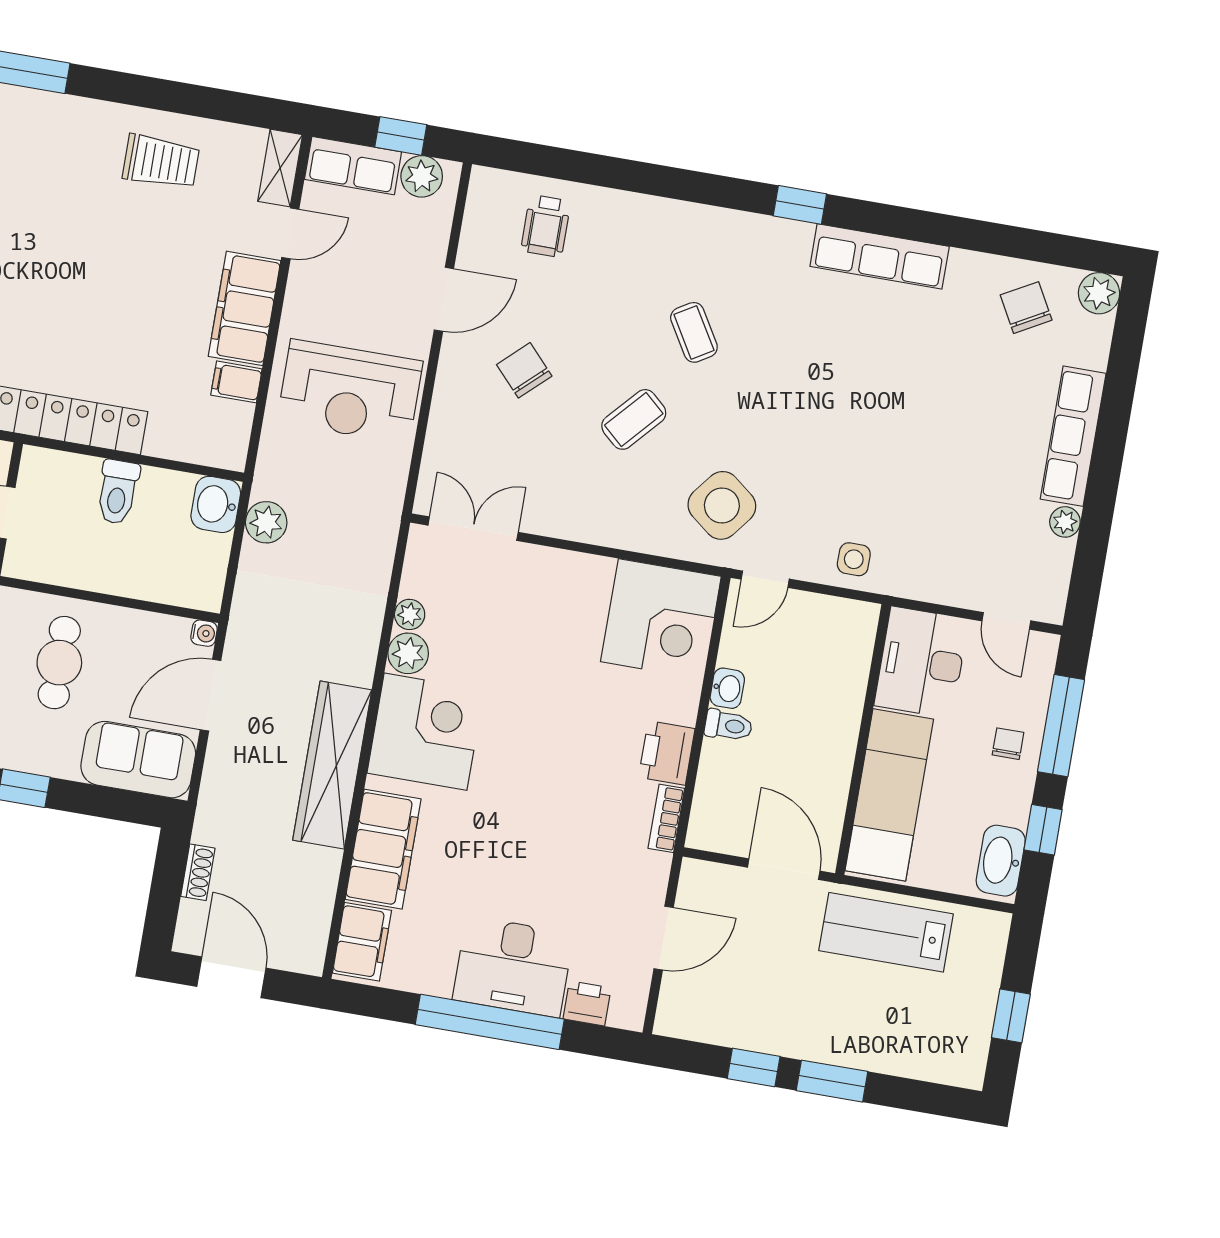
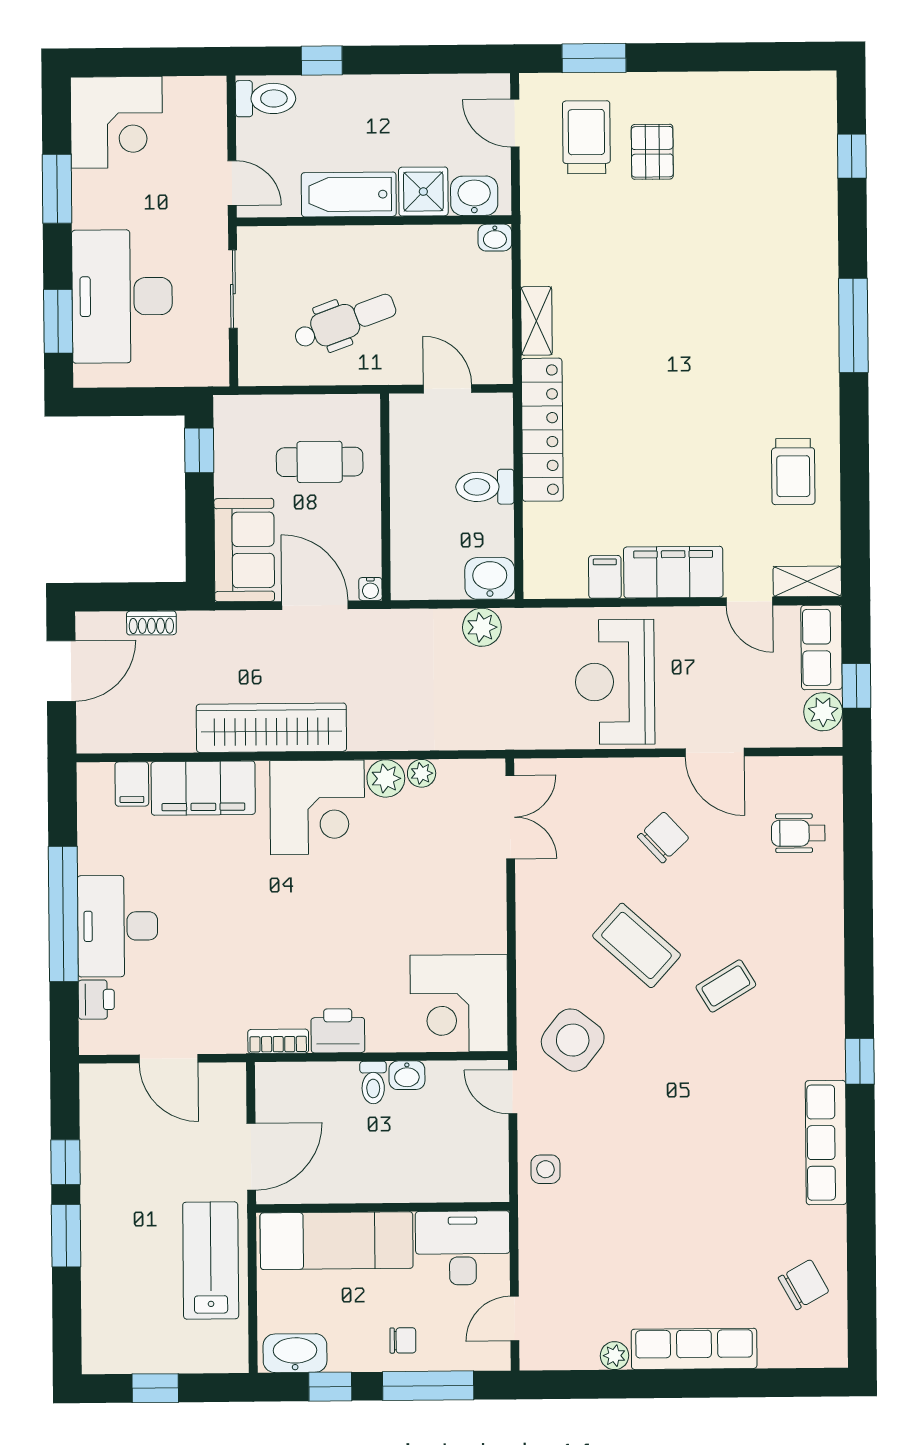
plant: (1099, 293) -> (829, 1349), removed
coffee table: (634, 419) -> (637, 945), width x1.36, depth x1.30
filing cabinet: (362, 942) -> (132, 784), width x0.50

